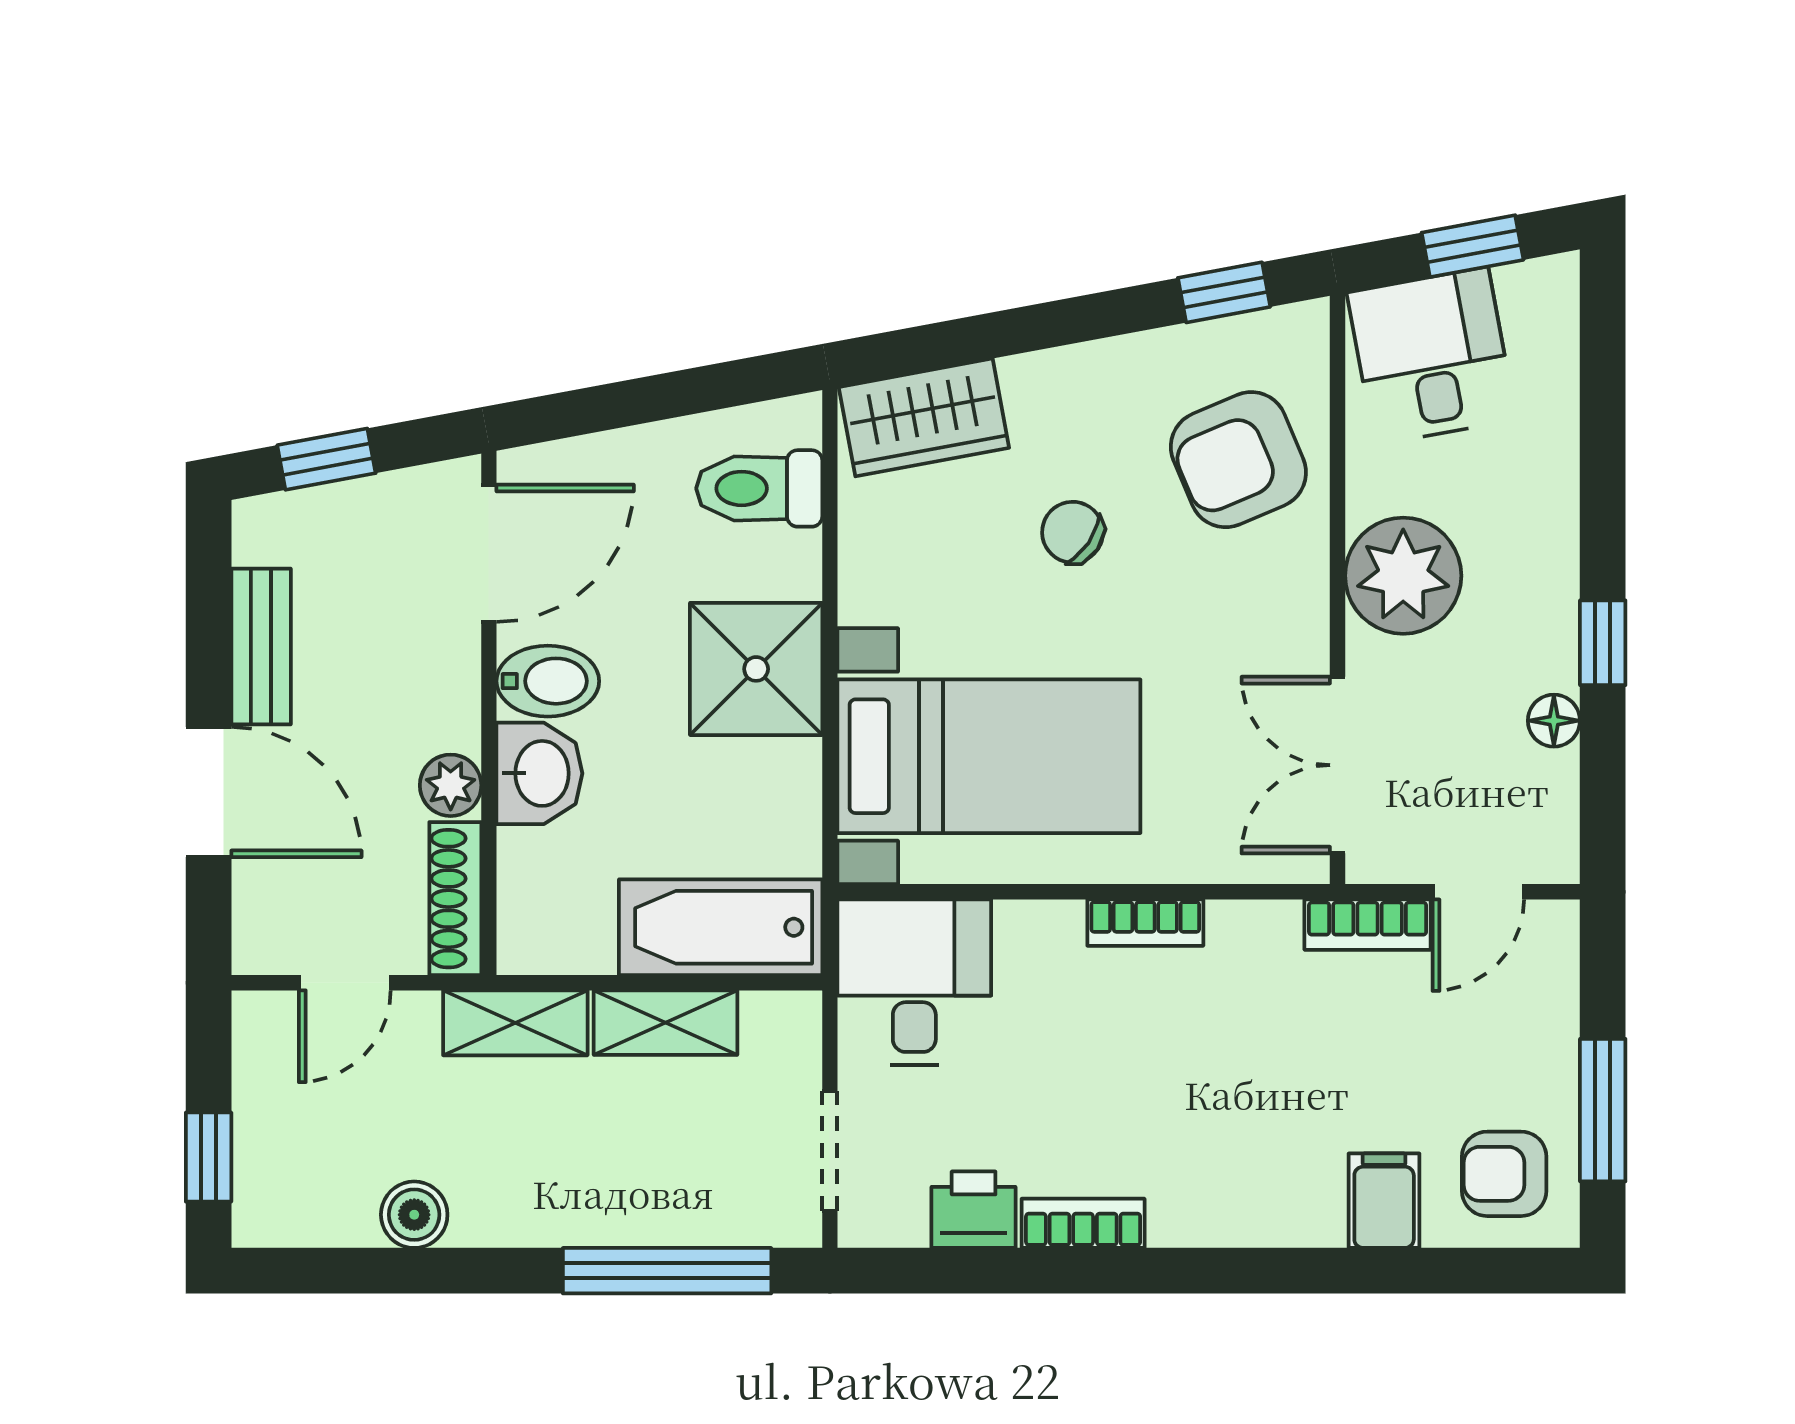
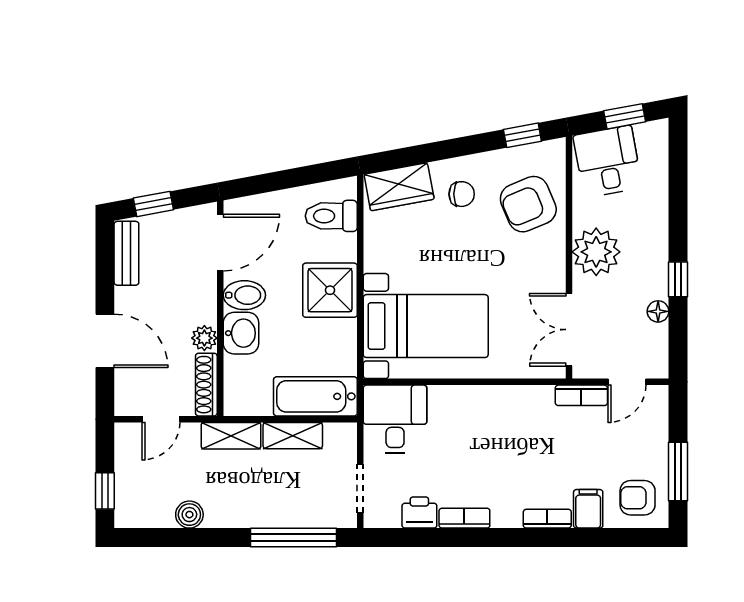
chair: (1073, 532) -> (462, 194), moved, turned 146
bench: (261, 647) -> (126, 253), moved
bookcase: (1145, 923) -> (547, 519), moved, turned 180

